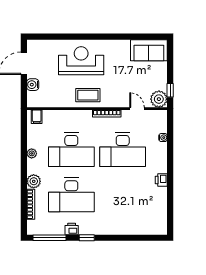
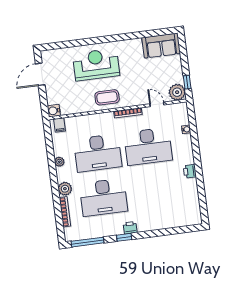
water cooler: (33, 85) -> (54, 111), moved
printer: (72, 229) -> (130, 228), moved

